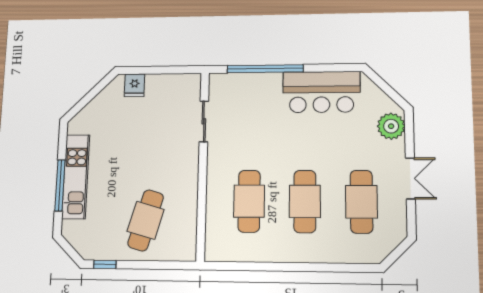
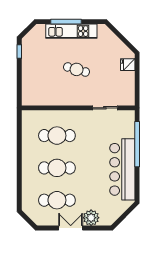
bar counter: (321, 92) -> (122, 169), width x1.36
plant: (391, 126) -> (91, 218), moved
double door: (410, 178) -> (71, 228), swing flipped
cafe table: (146, 220) -> (77, 69), moved, width x0.73, depth x0.74

